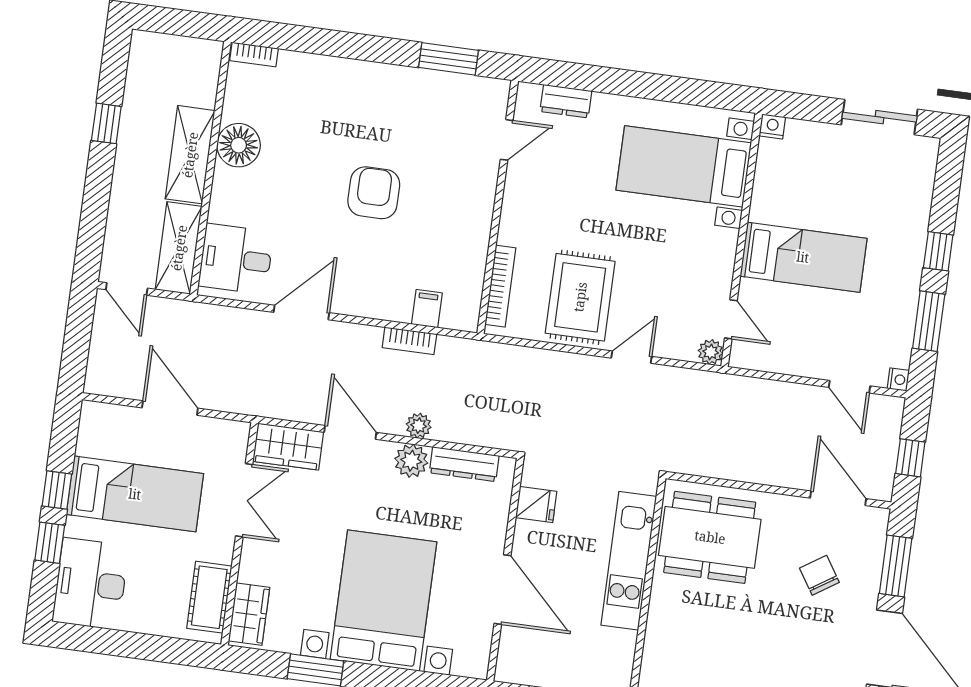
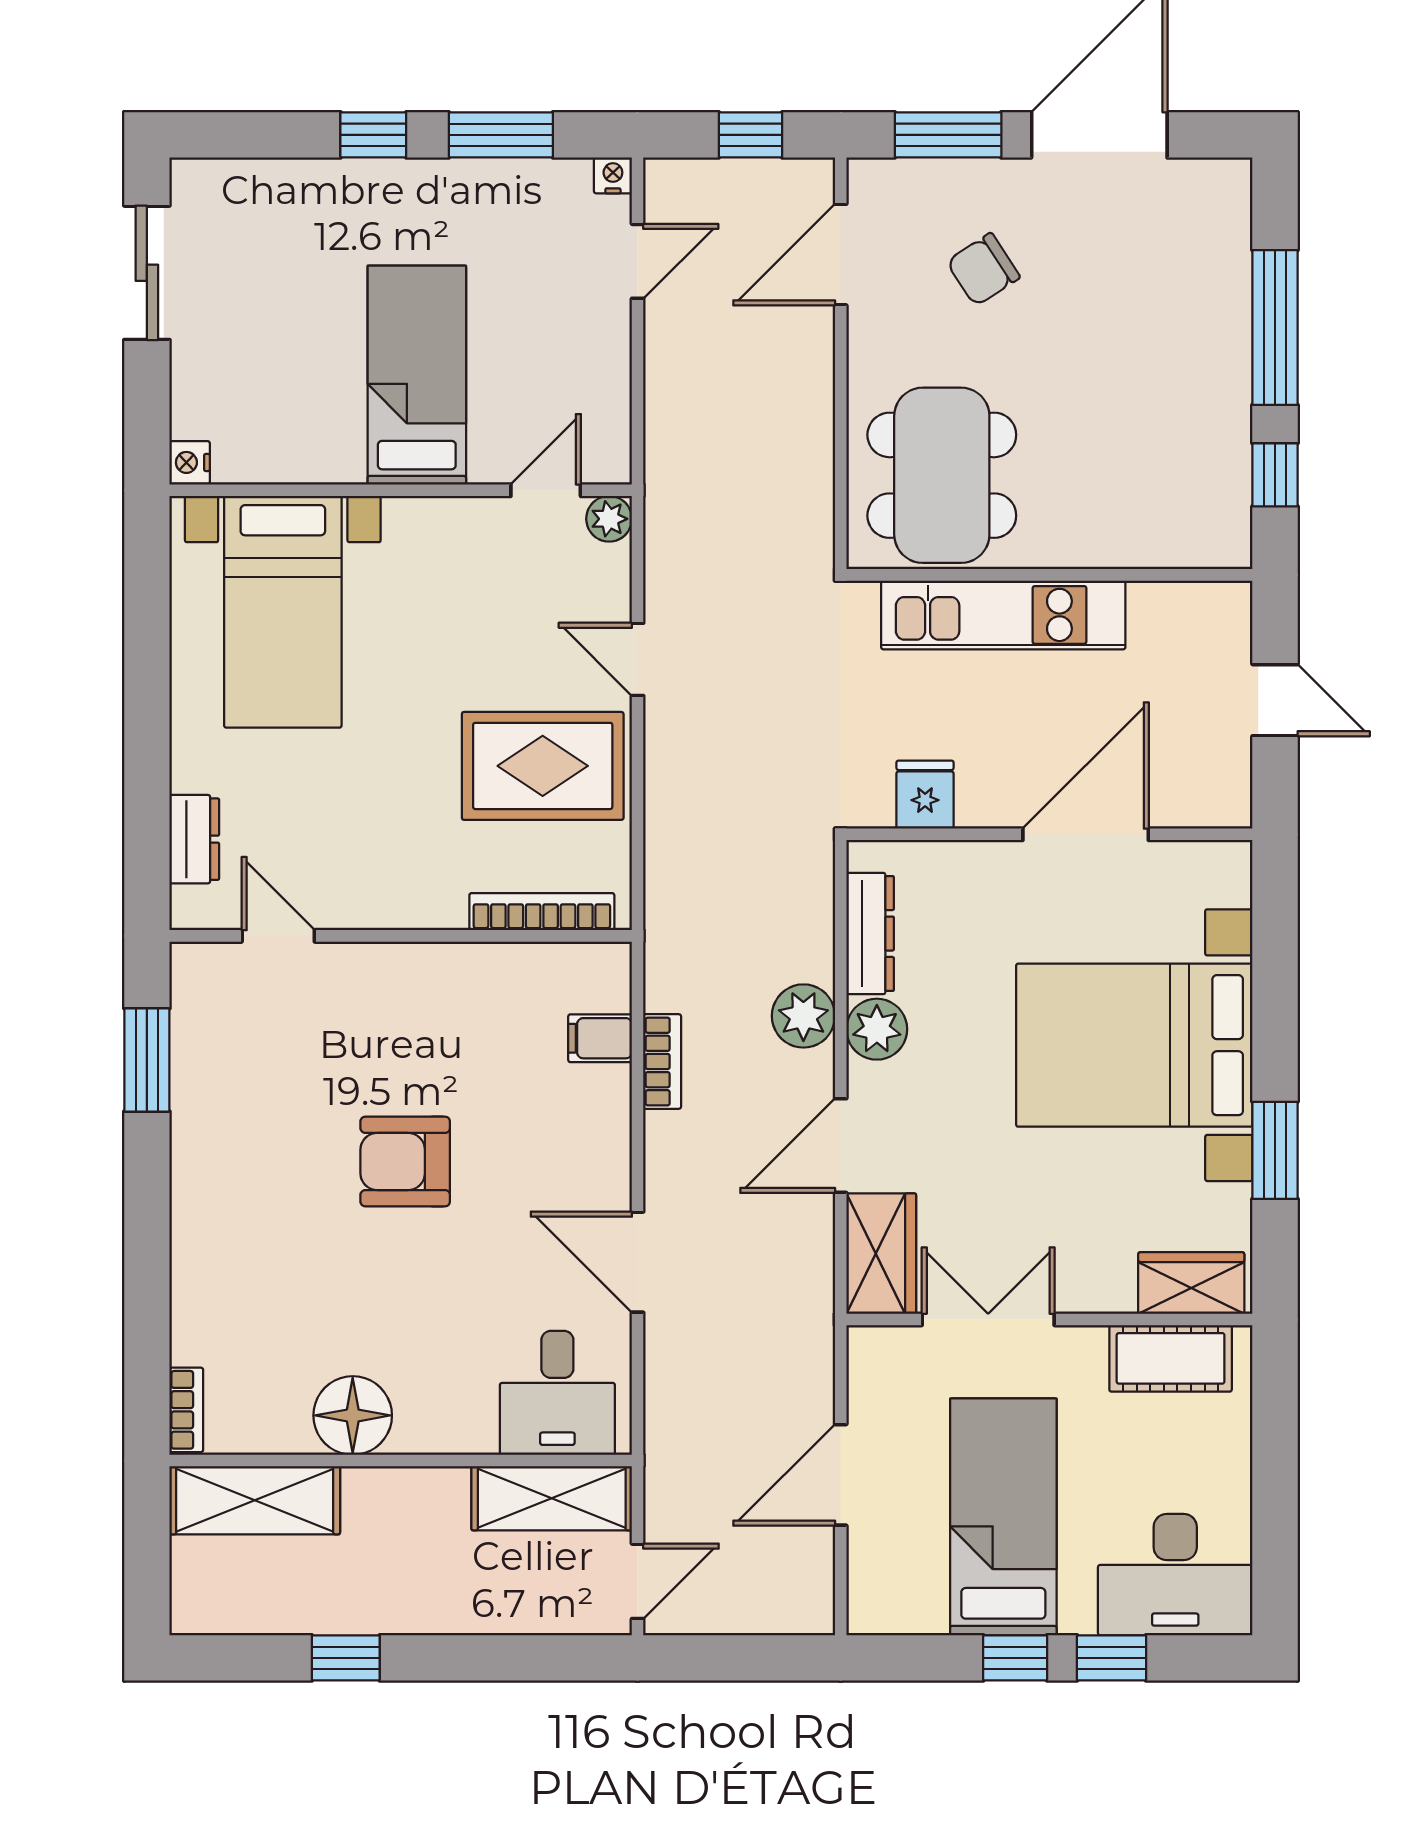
shelving: (190, 155) -> (255, 1500), moved
plant: (419, 426) -> (803, 1016), width x1.38, depth x1.38

